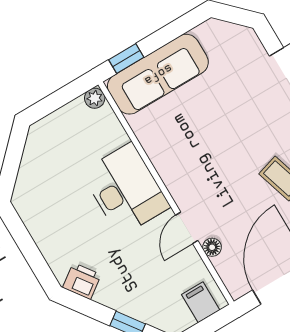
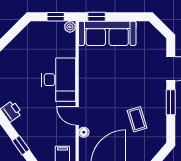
window: (64, 96) -> (56, 17), added
door: (187, 228) -> (77, 116), hinge flipped

